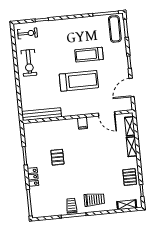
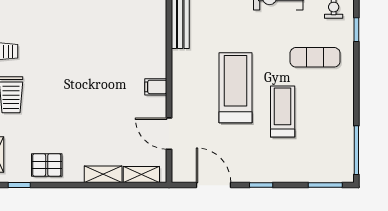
exercise mat: (115, 29) -> (315, 57), moved
treadmill: (79, 81) -> (235, 88), turned 180
door: (107, 114) -> (169, 134), hinge flipped
pallet: (57, 157) -> (97, 34), removed

